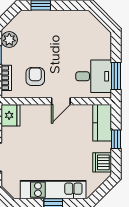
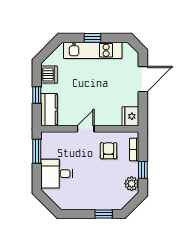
armchair: (35, 76) -> (109, 151), turned 180
desk: (94, 76) -> (57, 174), moved

